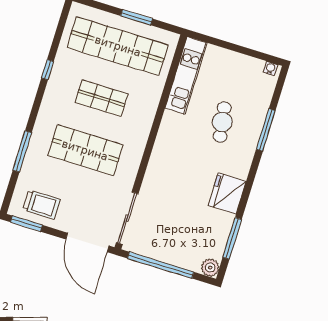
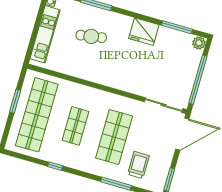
kitchen unit: (186, 75) -> (45, 34), moved, turned 90
trolley: (41, 204) -> (138, 165), moved

